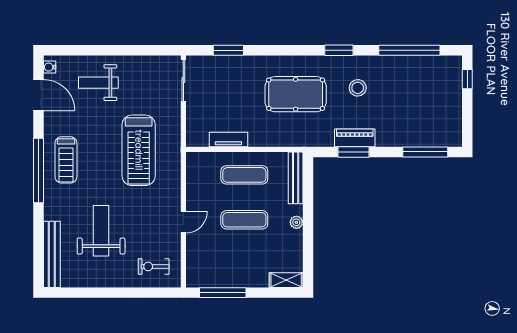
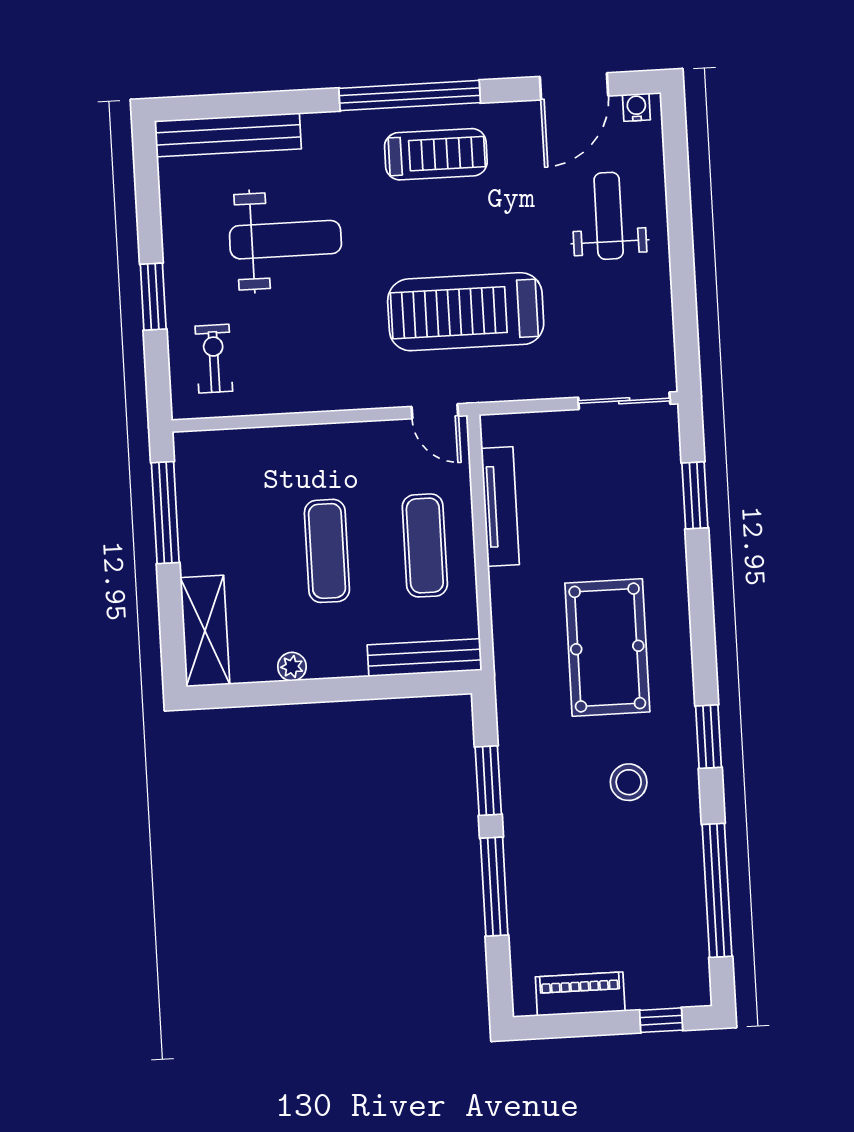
piano: (355, 138) -> (580, 994), moved, turned -90
tv unit: (228, 140) -> (500, 506), width x1.41
window: (425, 152) -> (494, 887), moved
treadmill: (66, 160) -> (436, 154), turned 180
door: (183, 222) -> (435, 411), moved
plant: (296, 222) -> (292, 667), moved
shelving: (286, 280) -> (205, 631), width x1.50, depth x1.33
window: (124, 293) -> (153, 297), added

